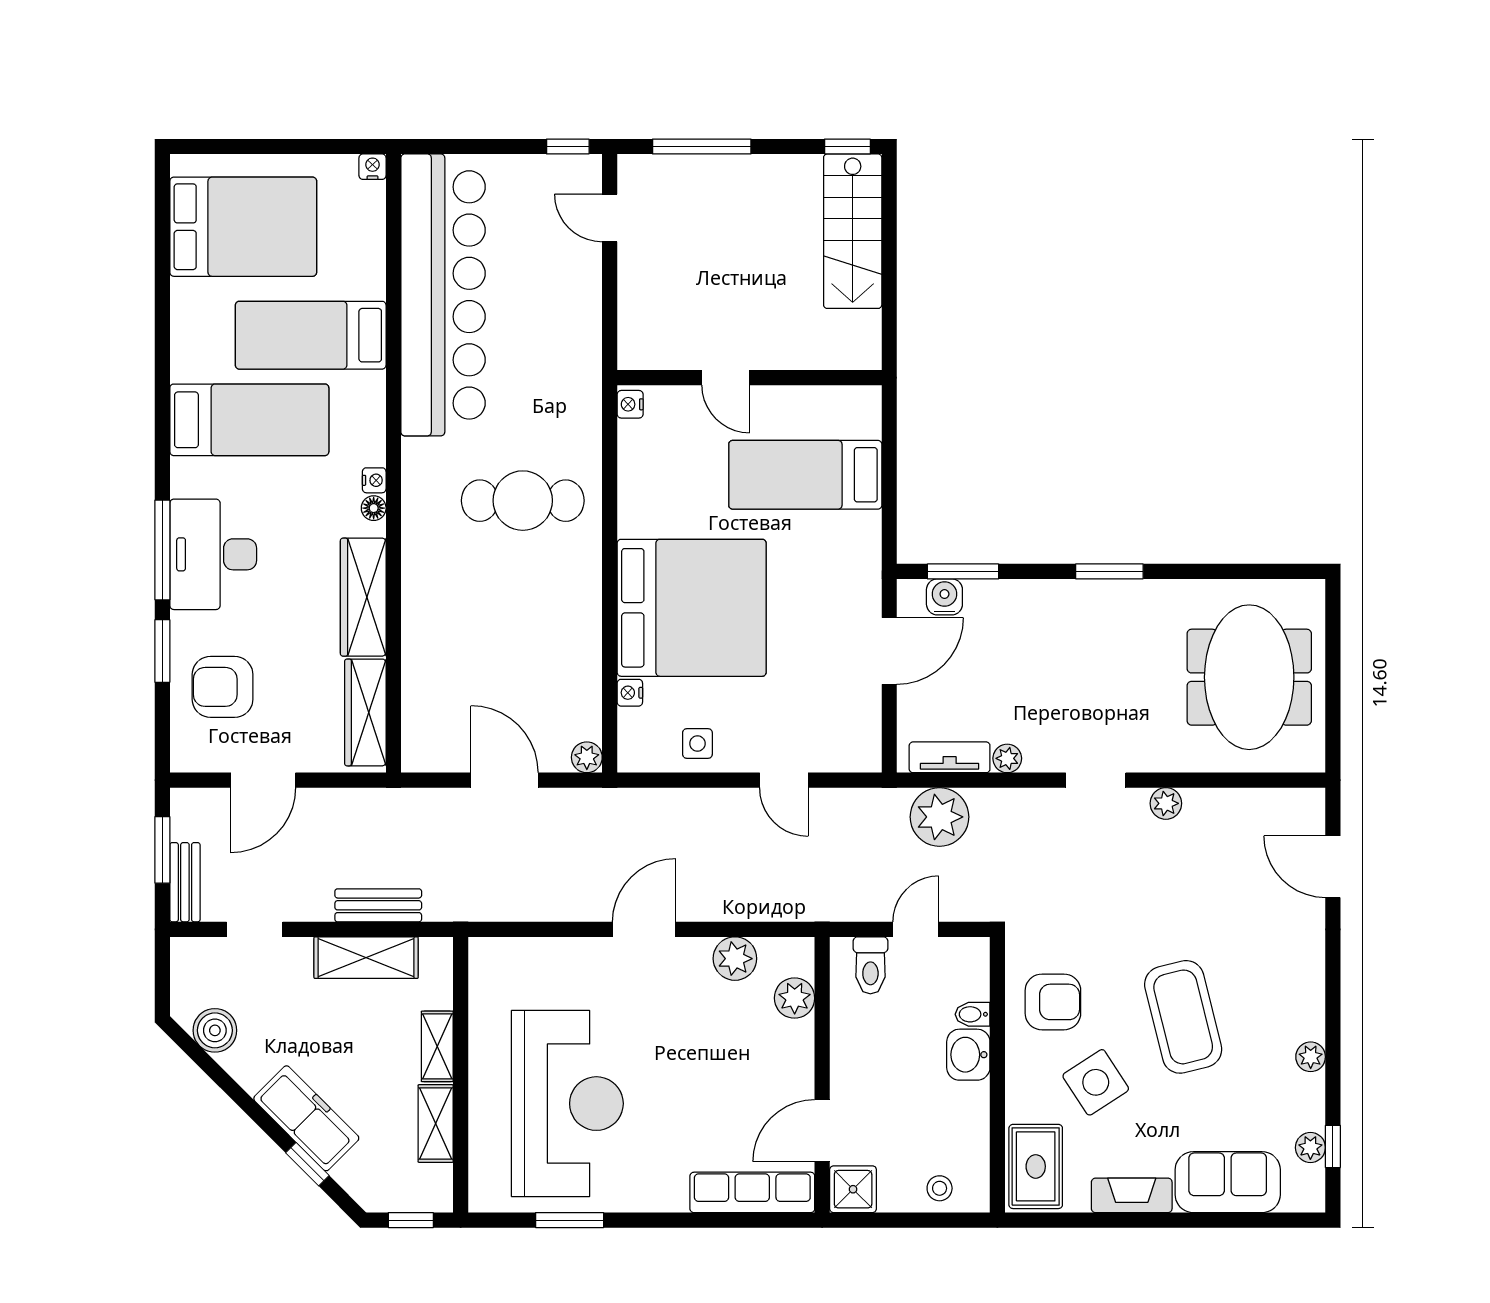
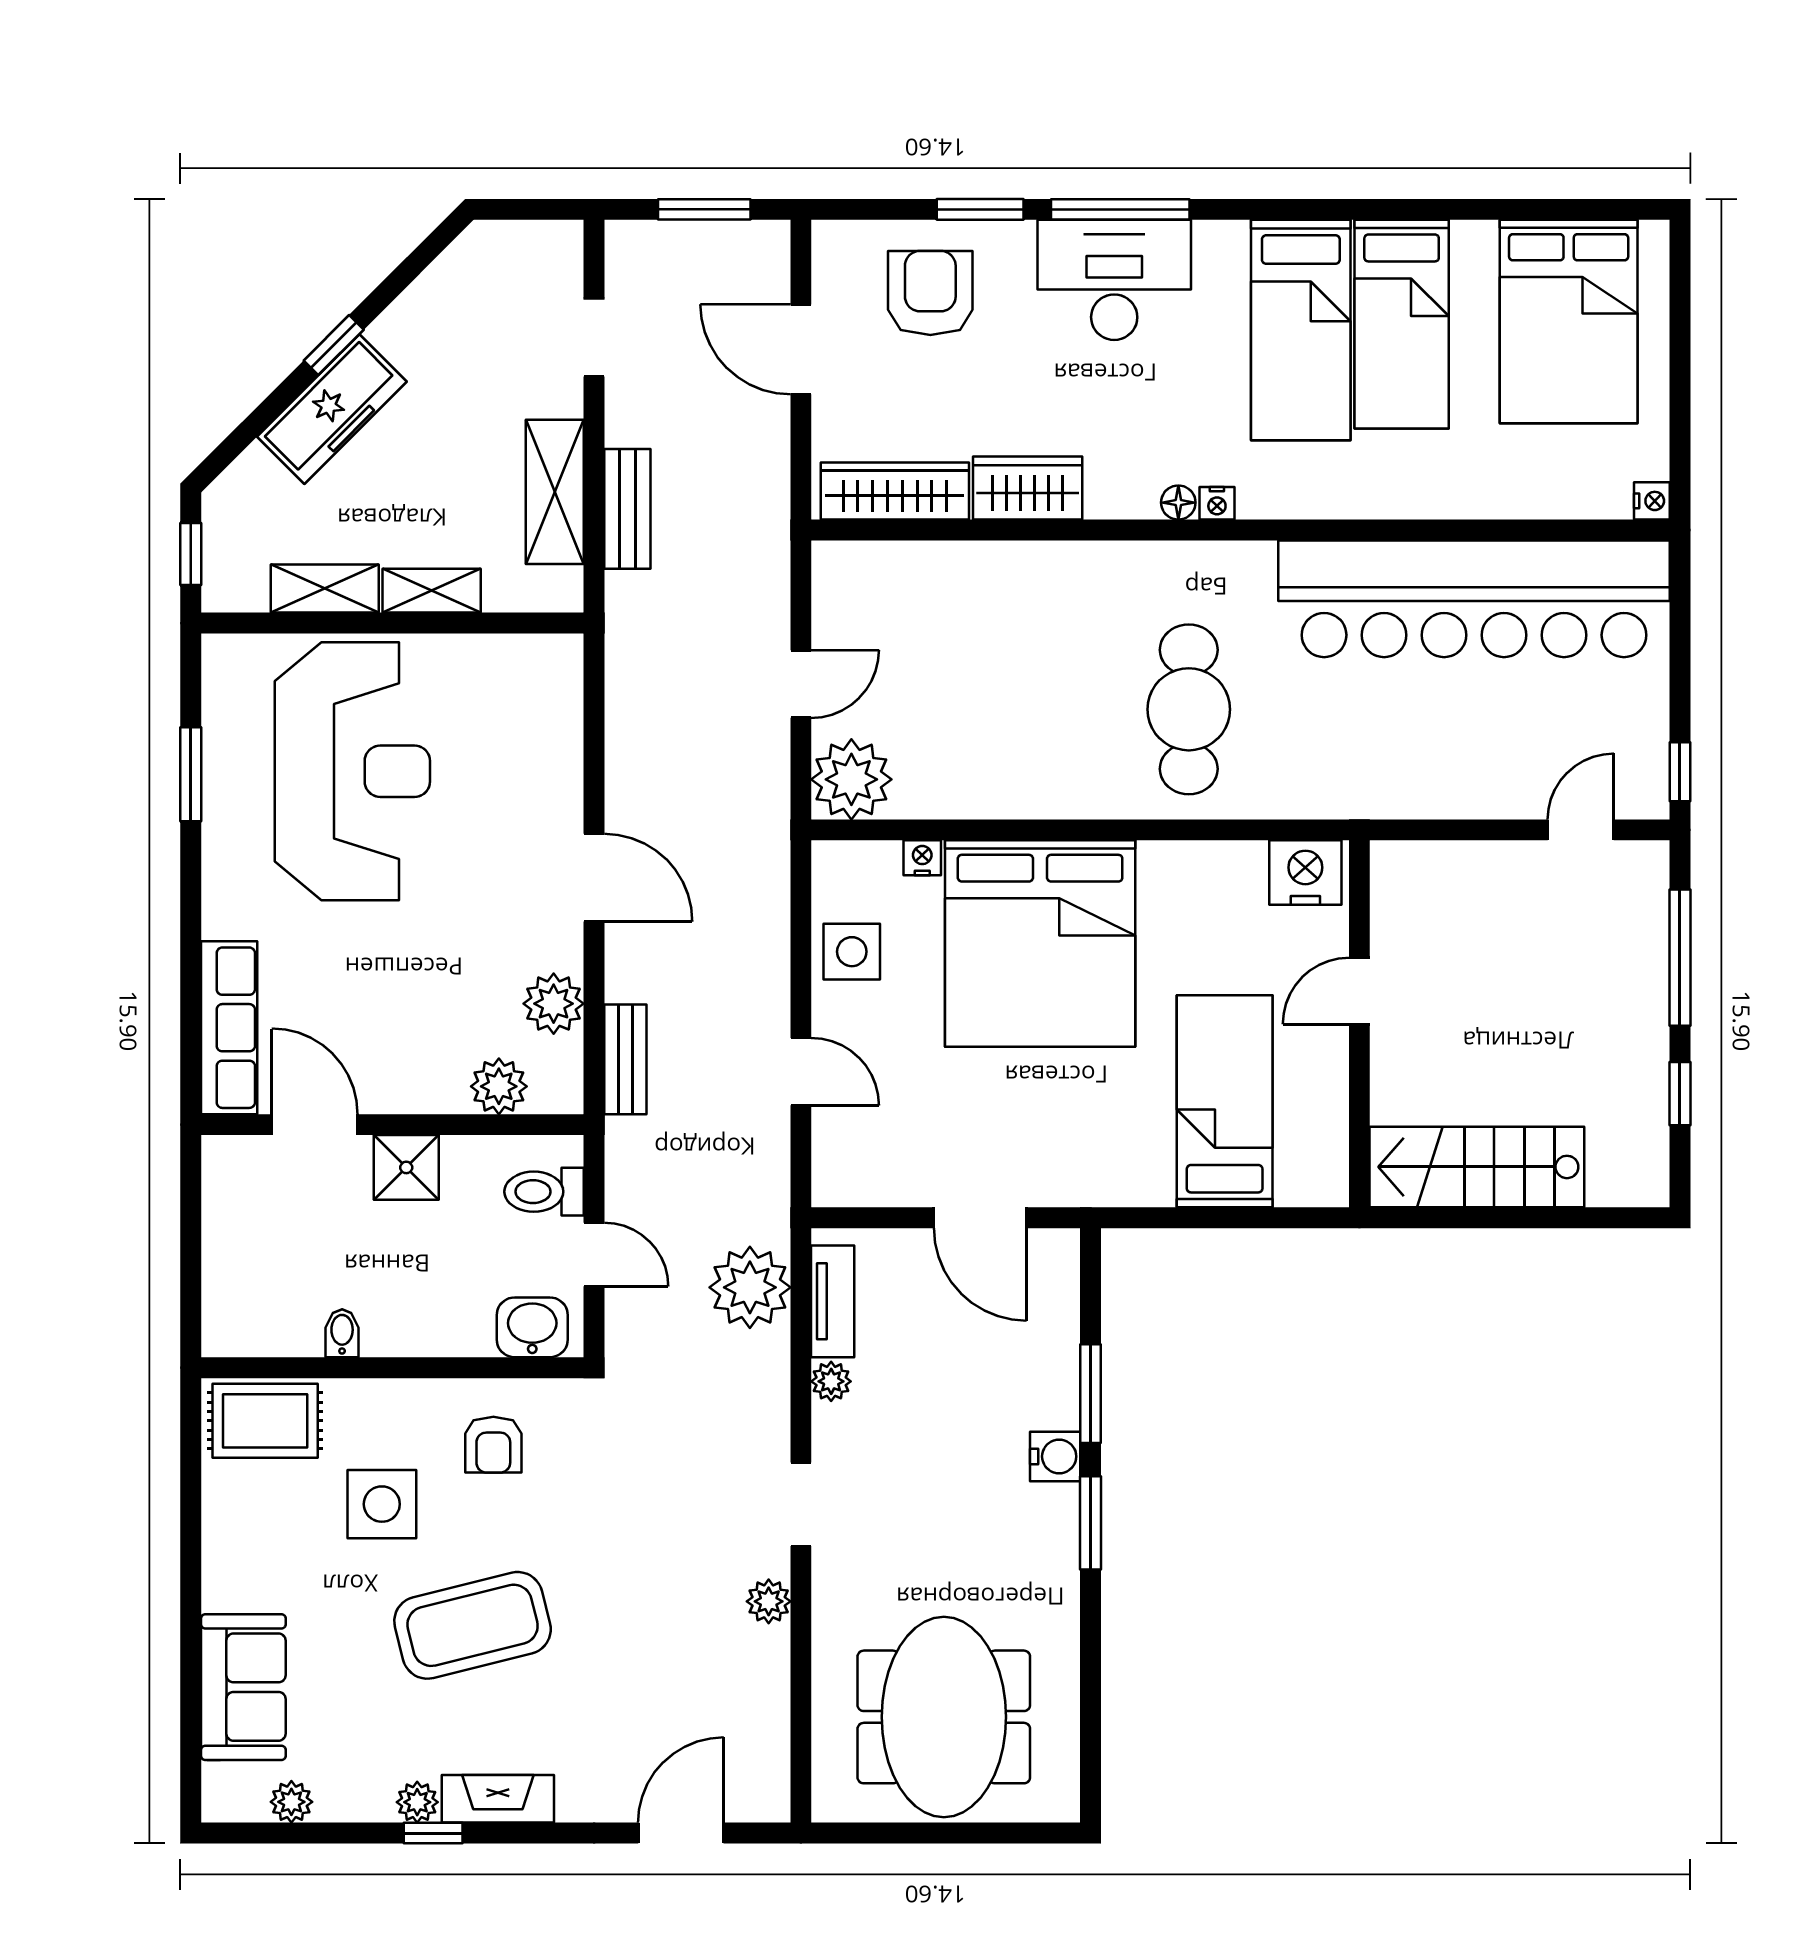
window: (847, 146) -> (1680, 1094), moved
stairs: (853, 231) -> (1477, 1167), moved
bed: (311, 335) -> (1402, 324), moved, turned 180
nightstand: (630, 404) -> (1305, 873), width x1.89, depth x1.79
window: (963, 571) -> (1090, 1394), moved
wardrobe: (363, 597) -> (1028, 488), width x0.67
water cooler: (944, 597) -> (1055, 1456), moved
meeting table: (1249, 677) -> (944, 1717), turned 90
side table: (697, 743) -> (852, 952), width x1.37, depth x1.37
plant: (587, 757) -> (851, 779), width x1.87, depth x1.87
door: (504, 780) -> (801, 684), width x0.73
door: (784, 780) -> (801, 1072), swing flipped
bench: (185, 882) -> (625, 1059), moved, turned 90
armchair: (1053, 1002) -> (493, 1445), width x0.72, depth x0.72
bidet: (973, 1014) -> (342, 1333), moved
boiler: (215, 1030) -> (454, 282), removed
washbasin: (968, 1055) -> (532, 1327), moved
side table: (1096, 1082) -> (382, 1504), turned 33
reception desk: (567, 1104) -> (352, 771), turned -90
window: (1333, 1146) -> (433, 1833), moved
window: (307, 1164) -> (334, 345), moved
stool: (940, 1188) -> (235, 1287), removed
shower: (853, 1189) -> (406, 1167), moved
fireplace: (1132, 1195) -> (498, 1799), moved, turned -90

